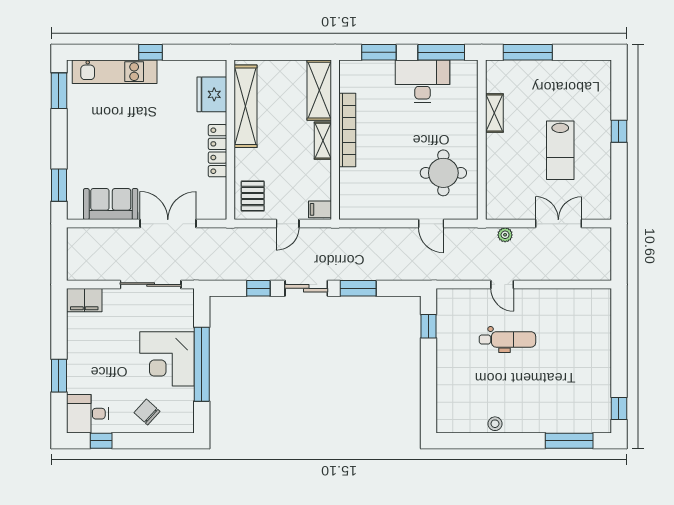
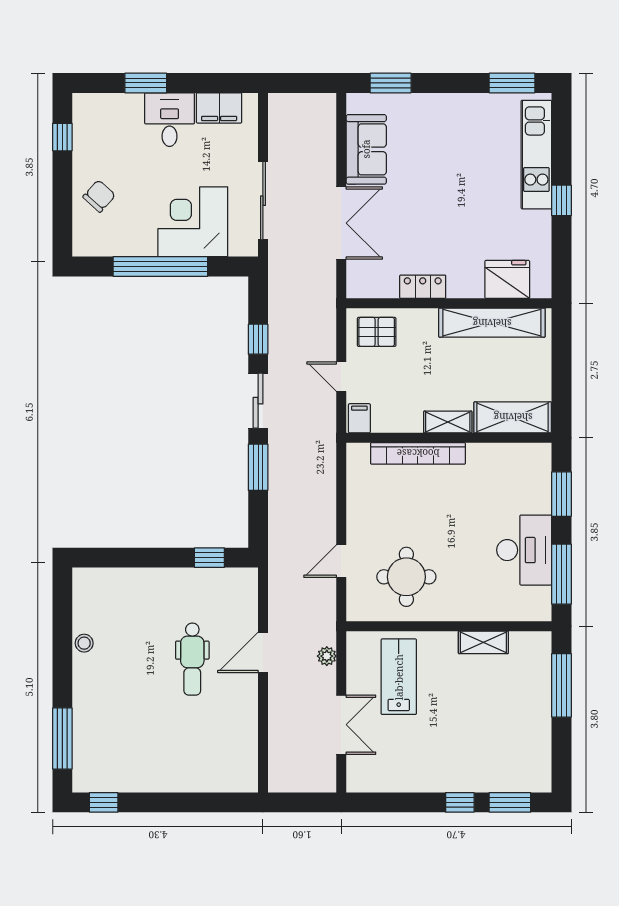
window: (619, 92) -> (510, 802), added
bookcase: (347, 130) -> (418, 453), moved
lab bench: (560, 150) -> (399, 677), moved, turned 90
locker: (218, 151) -> (423, 287), width x0.66
door: (502, 284) -> (263, 652), width x1.38
filing cabinet: (84, 300) -> (219, 108), moved, turned -90
corner desk: (167, 359) -> (193, 222), moved
desk: (87, 414) -> (170, 120), moved

